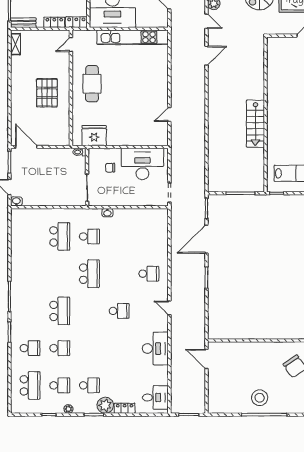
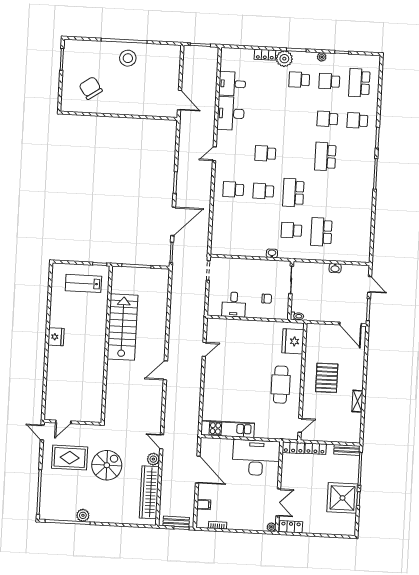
kitchen unit: (133, 37) -> (228, 429), width x0.73
shelving: (15, 44) -> (357, 401), moved
door: (206, 56) -> (165, 370), moved
stairs: (255, 124) -> (123, 327), width x1.36, depth x1.51
fridge: (94, 136) -> (293, 341), moved, turned 90
desk: (142, 164) -> (234, 304), width x0.53, depth x0.77
washbasin: (16, 201) -> (335, 268), moved
school desk: (119, 274) -> (263, 191), added
door: (169, 308) -> (214, 154), swing flipped
desk: (155, 398) -> (232, 84), moved

